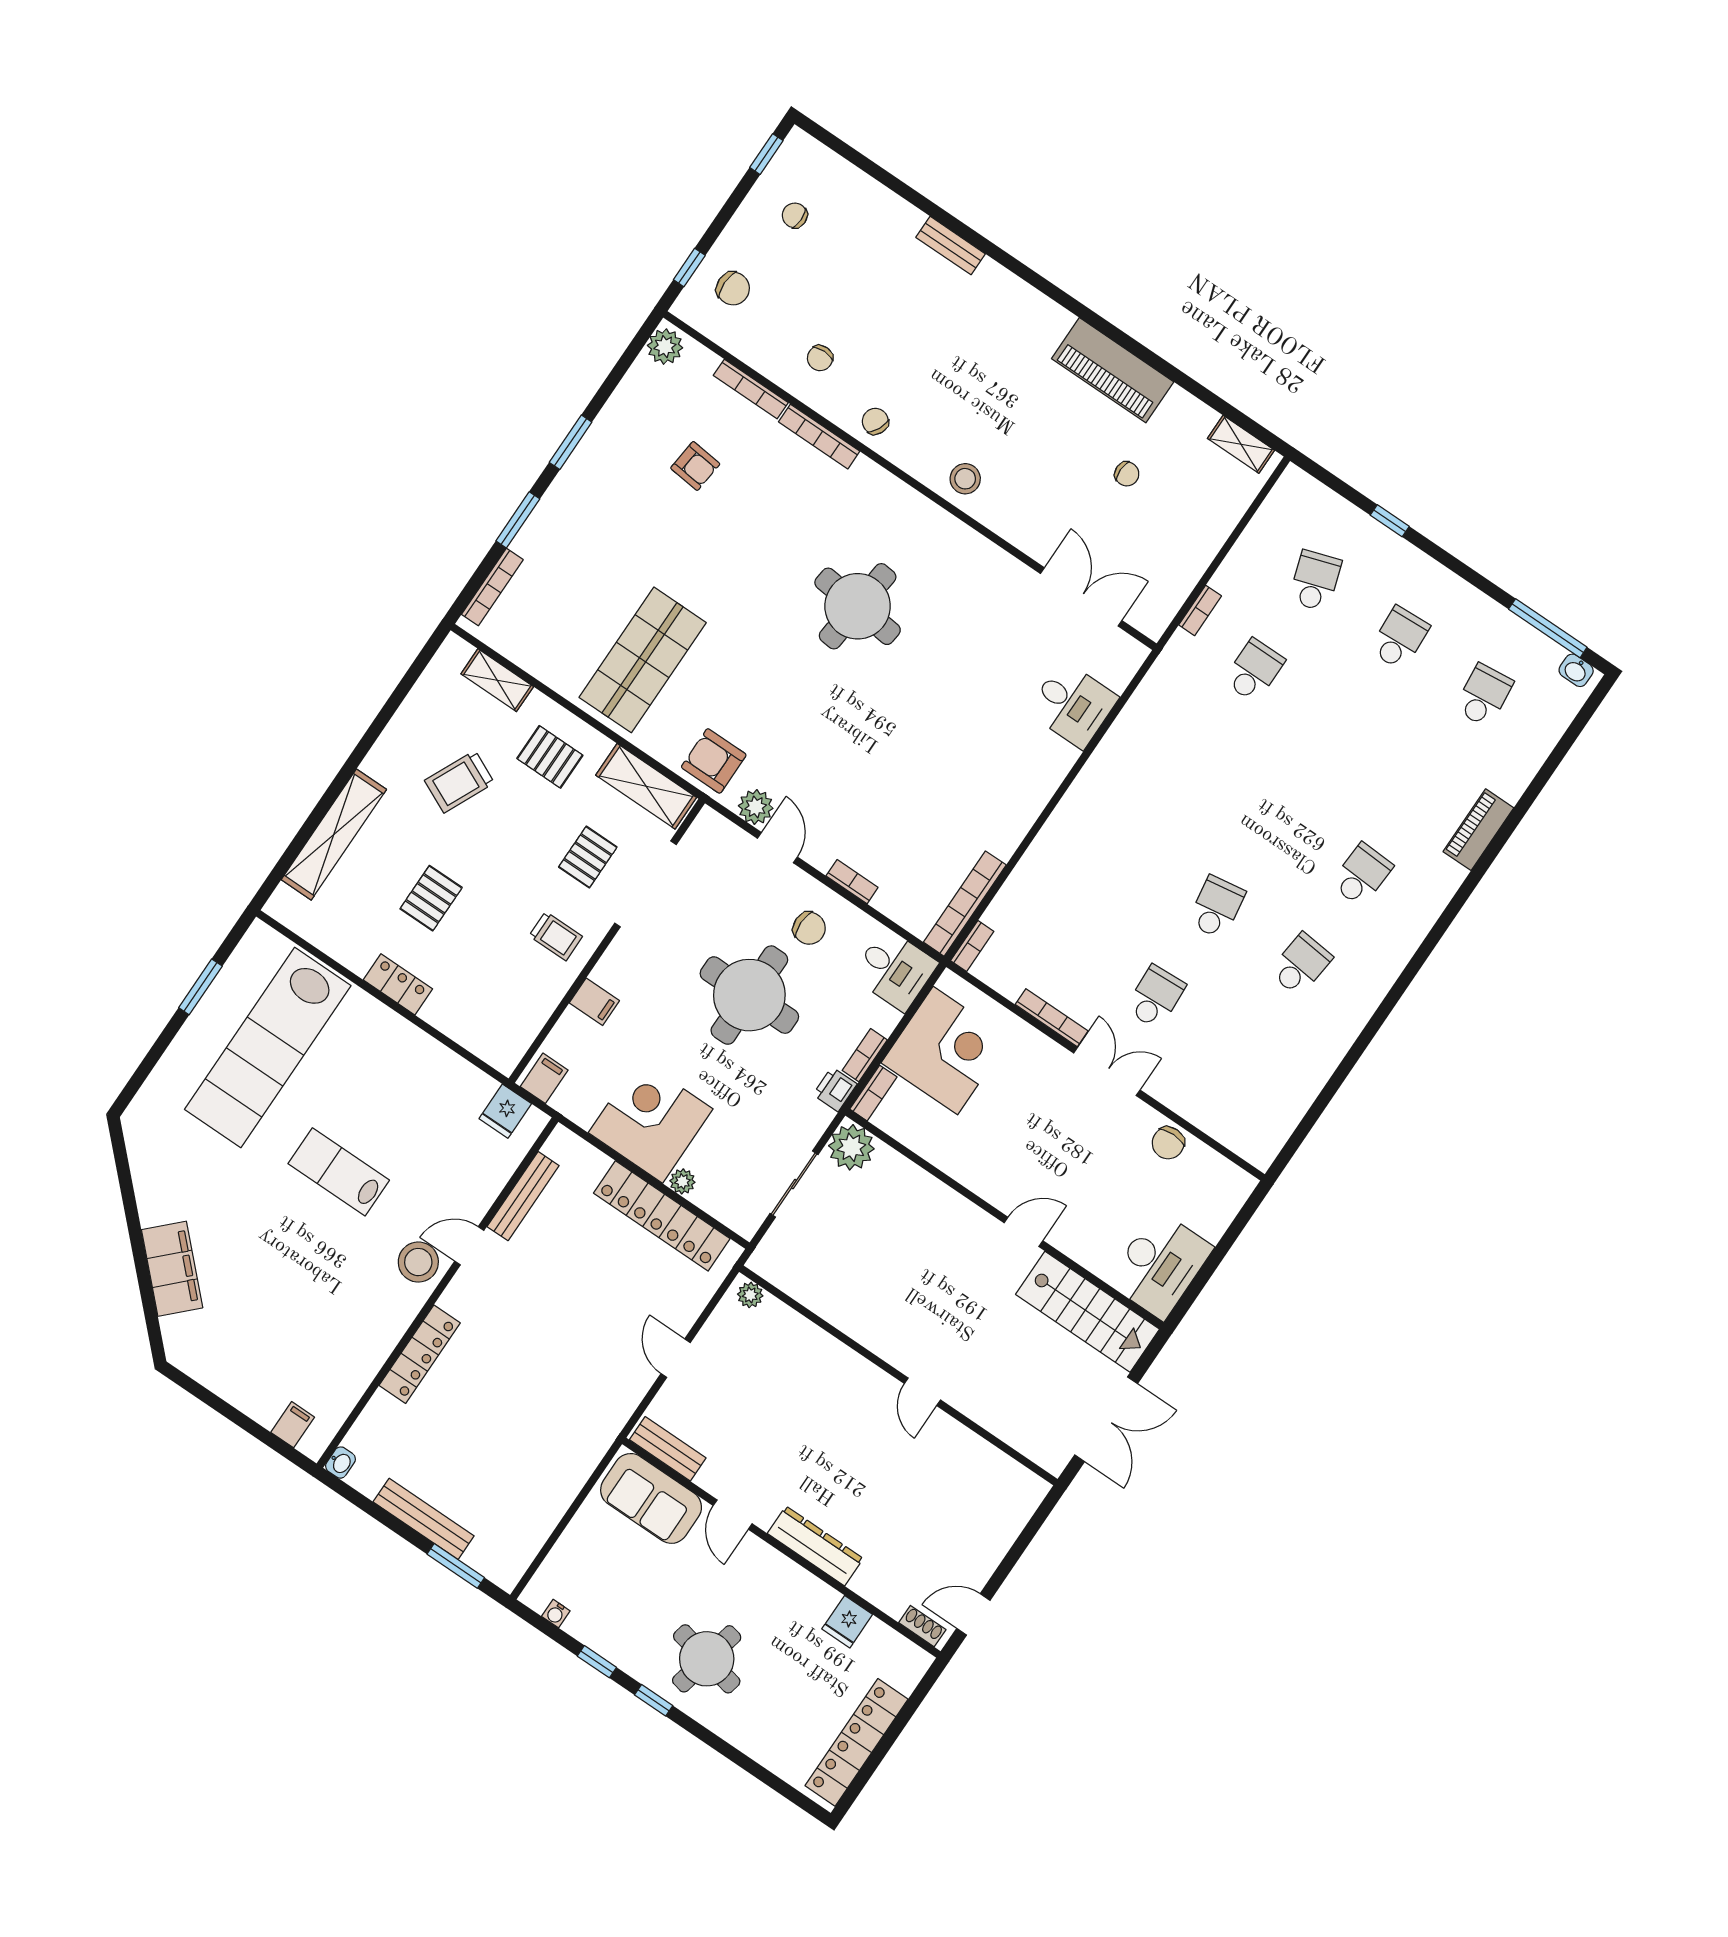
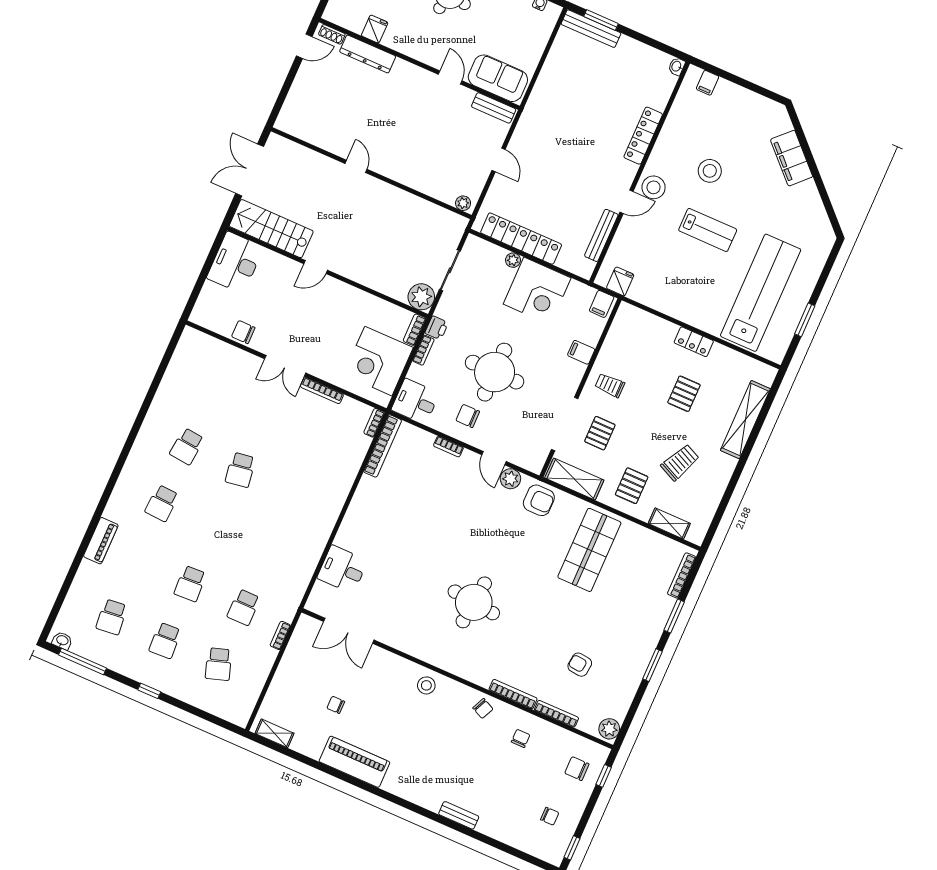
window: (1390, 521) -> (149, 691), moved
pallet: (550, 757) -> (632, 486), turned 90
school desk: (1156, 997) -> (190, 584), moved
chair: (1168, 1143) -> (243, 332), turned -90
stool: (317, 1273) -> (710, 171), added
bench: (424, 1519) -> (591, 29), moved
dresser: (815, 1546) -> (368, 54), moved

